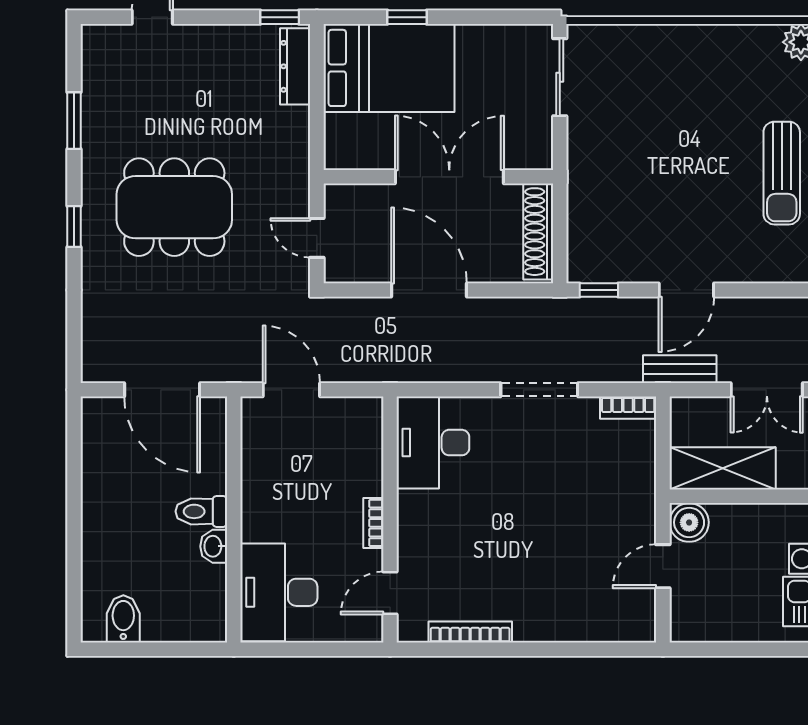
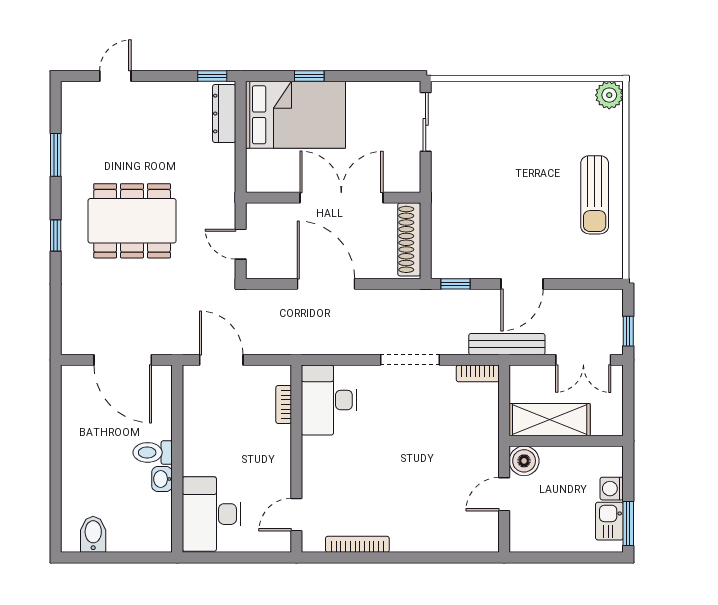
bench: (680, 369) -> (507, 344), width x1.36
bookcase: (373, 523) -> (284, 404), moved

